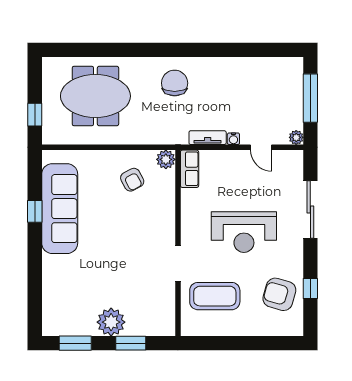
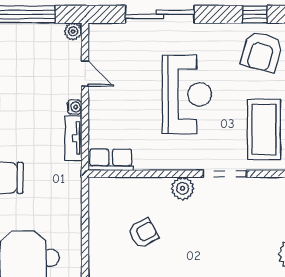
door: (261, 147) -> (85, 74), hinge flipped
plant: (166, 159) -> (183, 188), moved
armchair: (132, 180) -> (143, 233), moved

